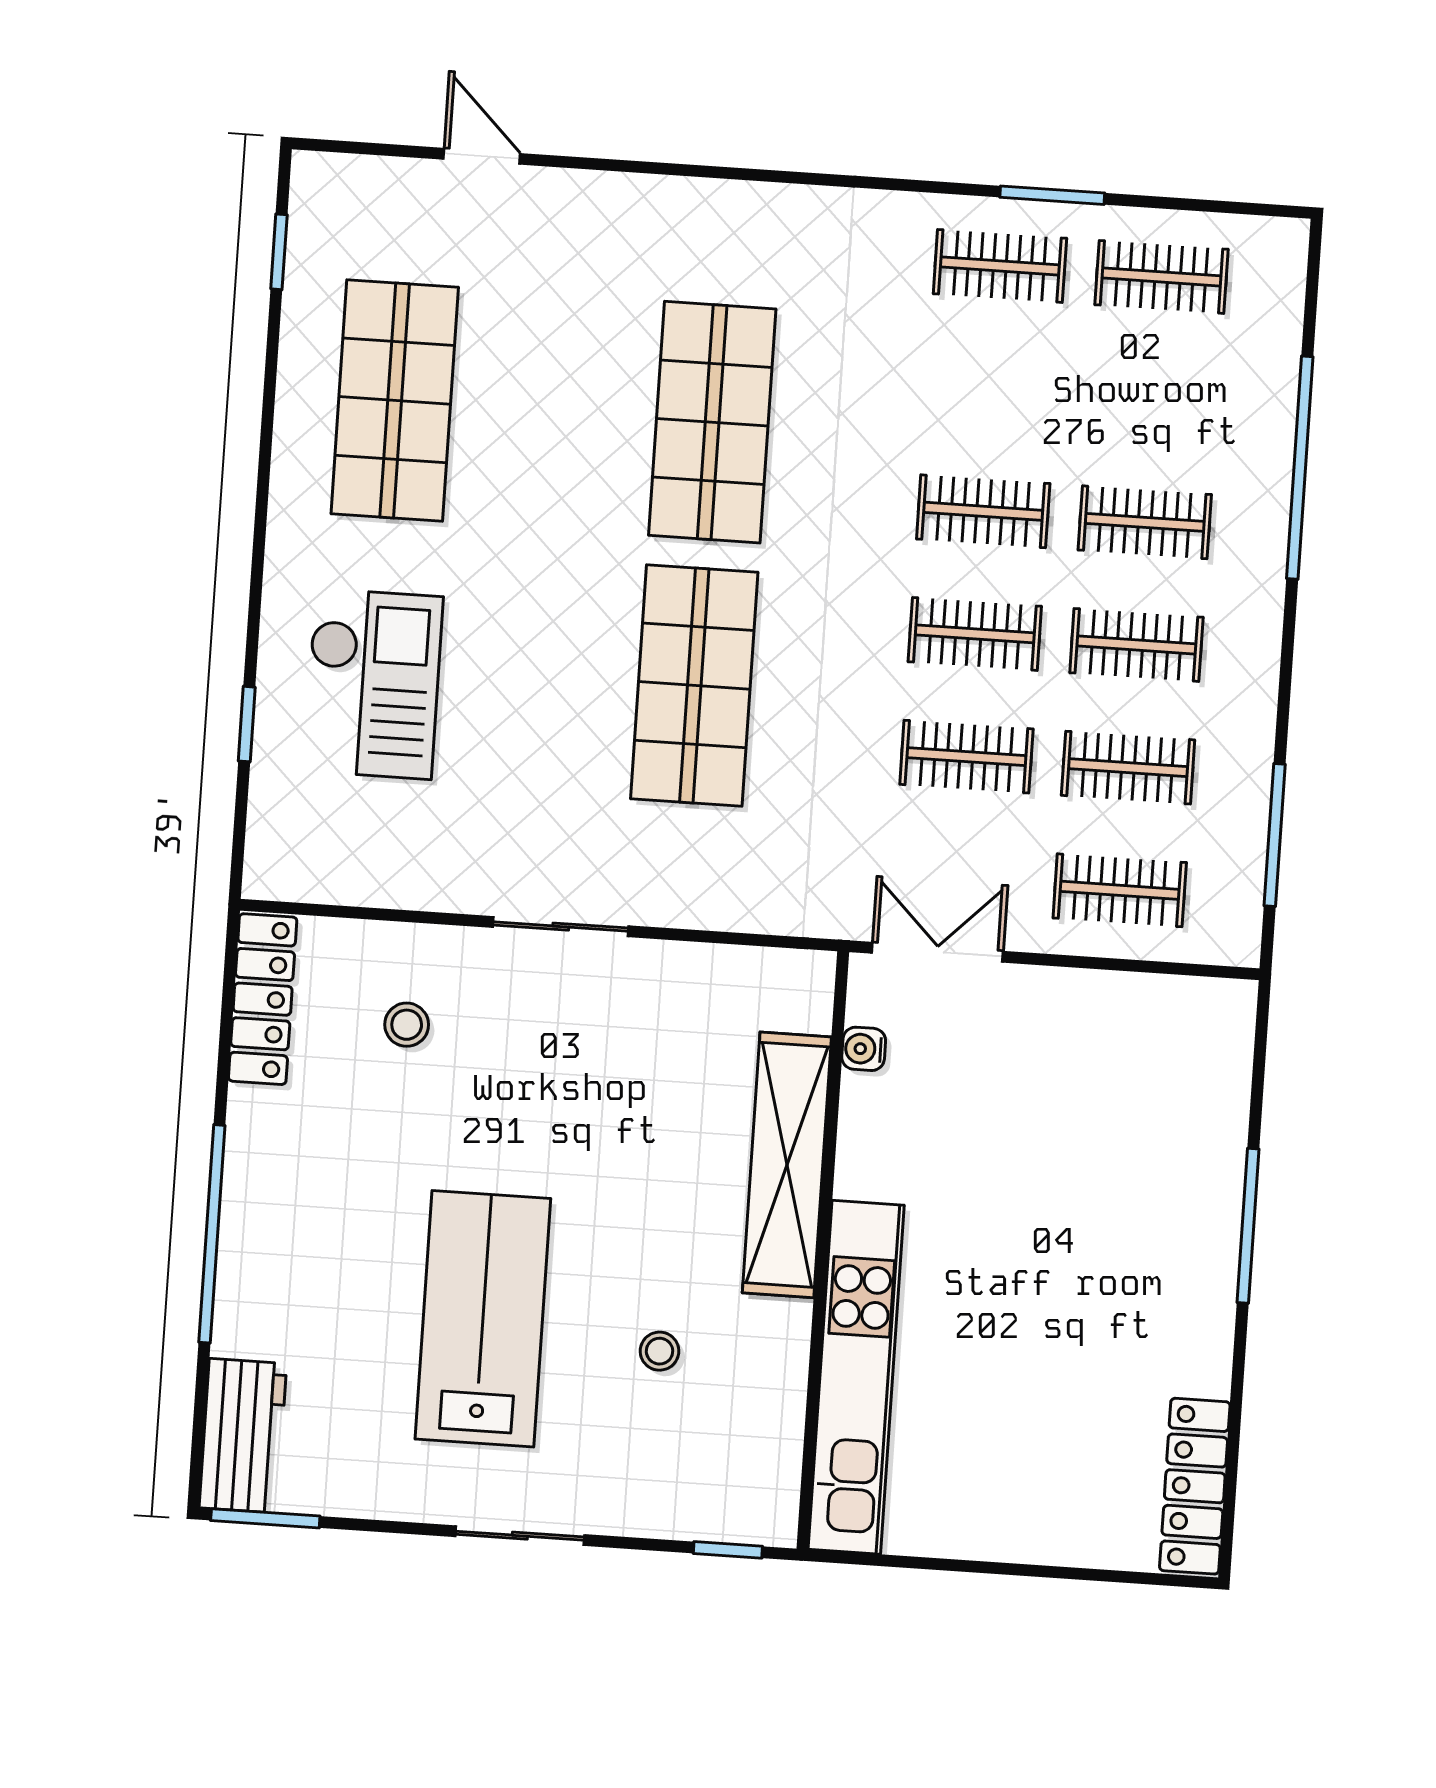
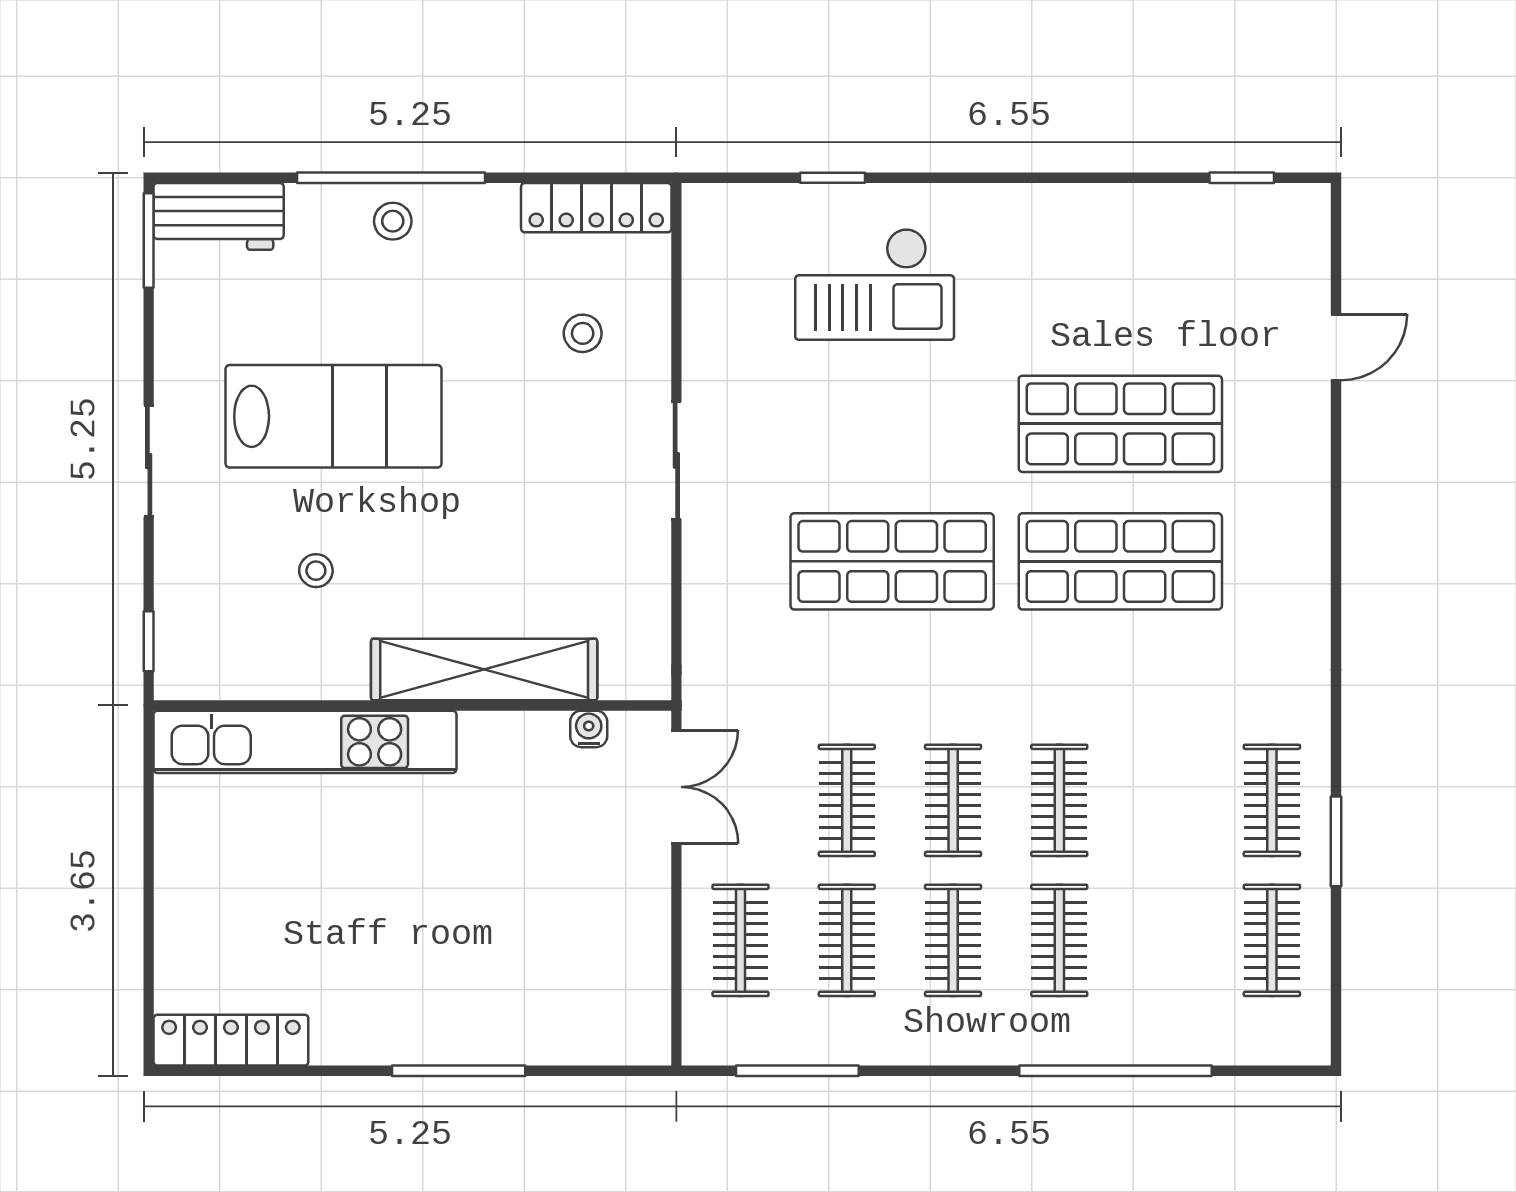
shop shelf: (395, 400) -> (1120, 424), moved
stool: (262, 1235) -> (393, 221), added

